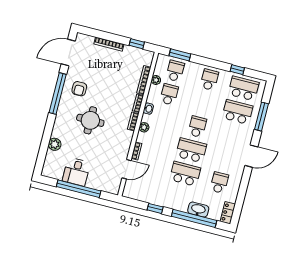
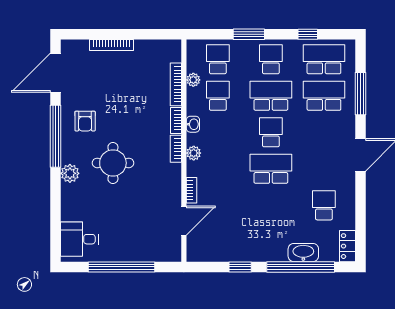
window: (137, 44) -> (152, 34), removed
window: (180, 55) -> (249, 34), moved
plant: (55, 144) -> (70, 173), moved
desk: (76, 172) -> (79, 239), moved, turned 90
school desk: (185, 174) -> (271, 96), moved

